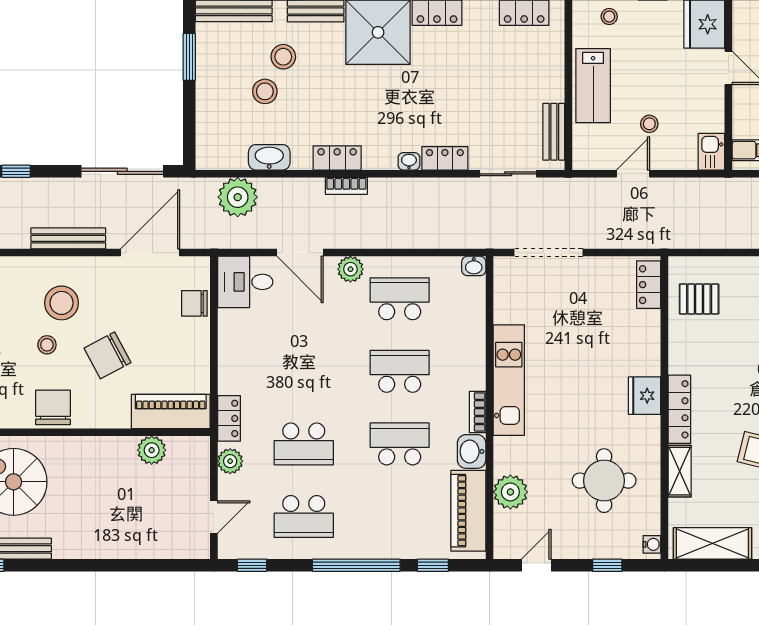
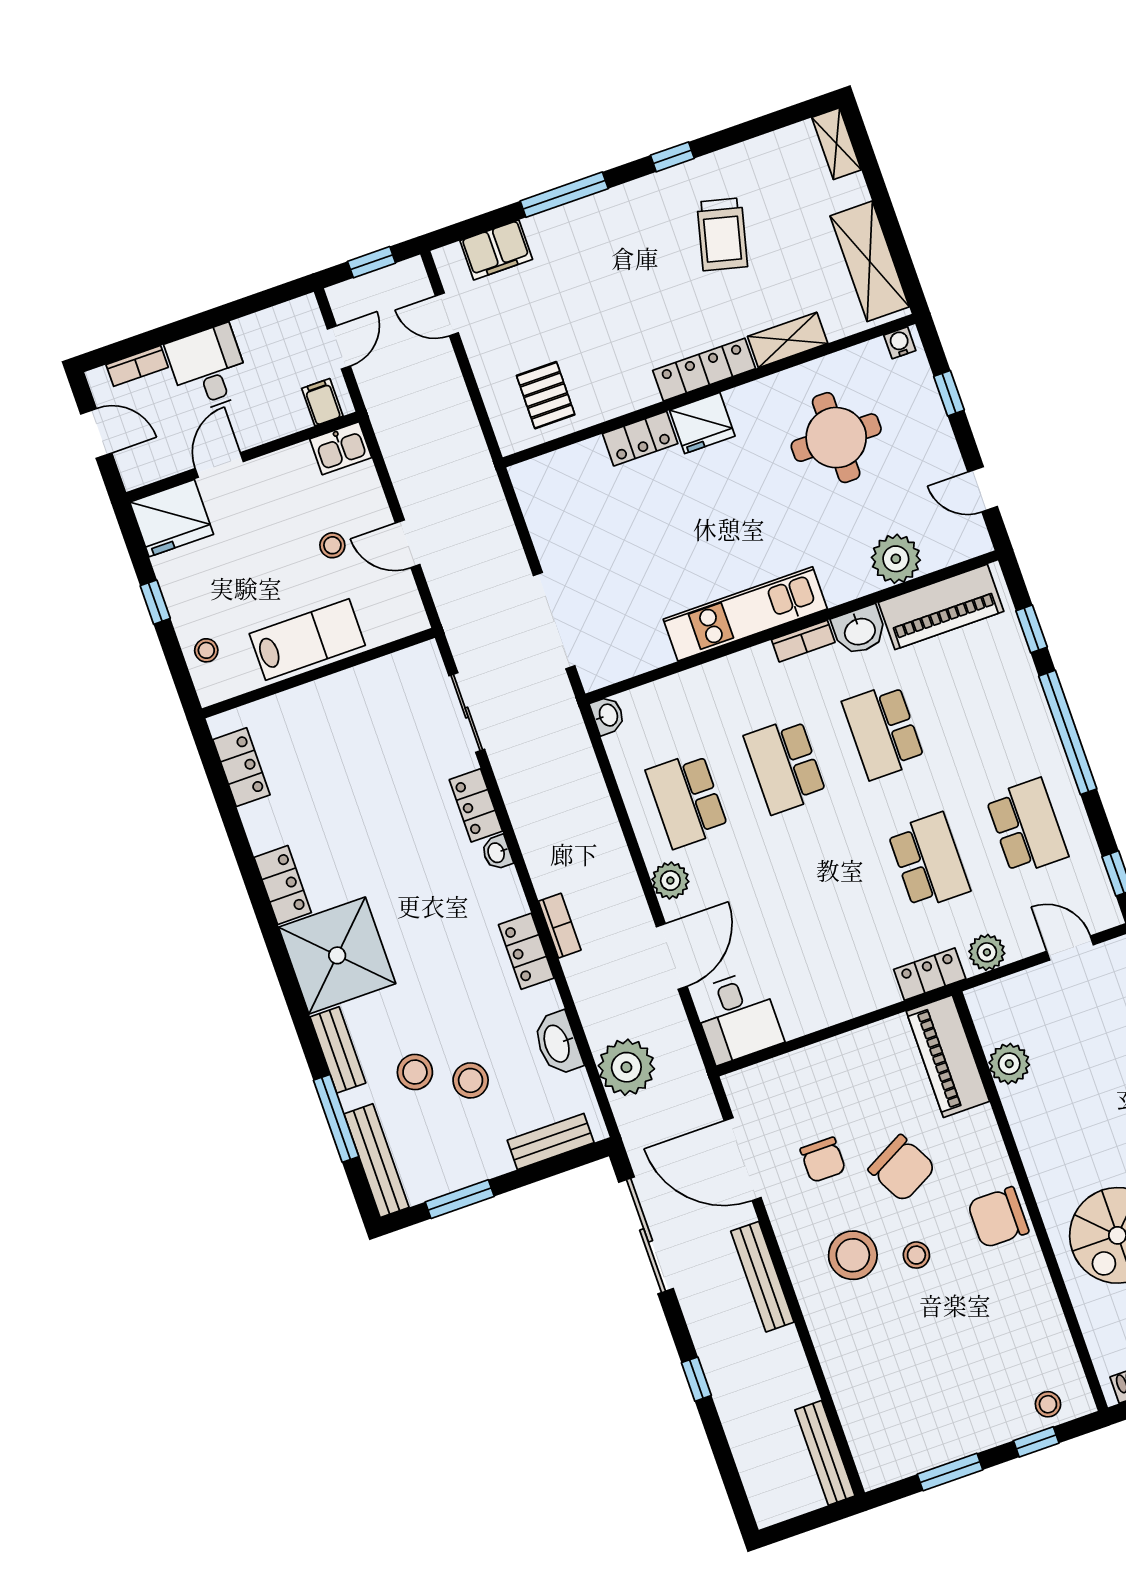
bench: (554, 132) -> (551, 1141), moved
locker: (649, 285) -> (640, 439), moved
chair: (194, 303) -> (823, 1160), moved

